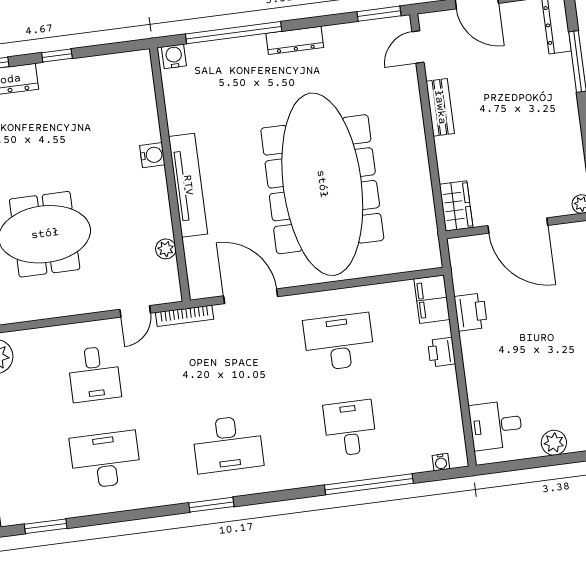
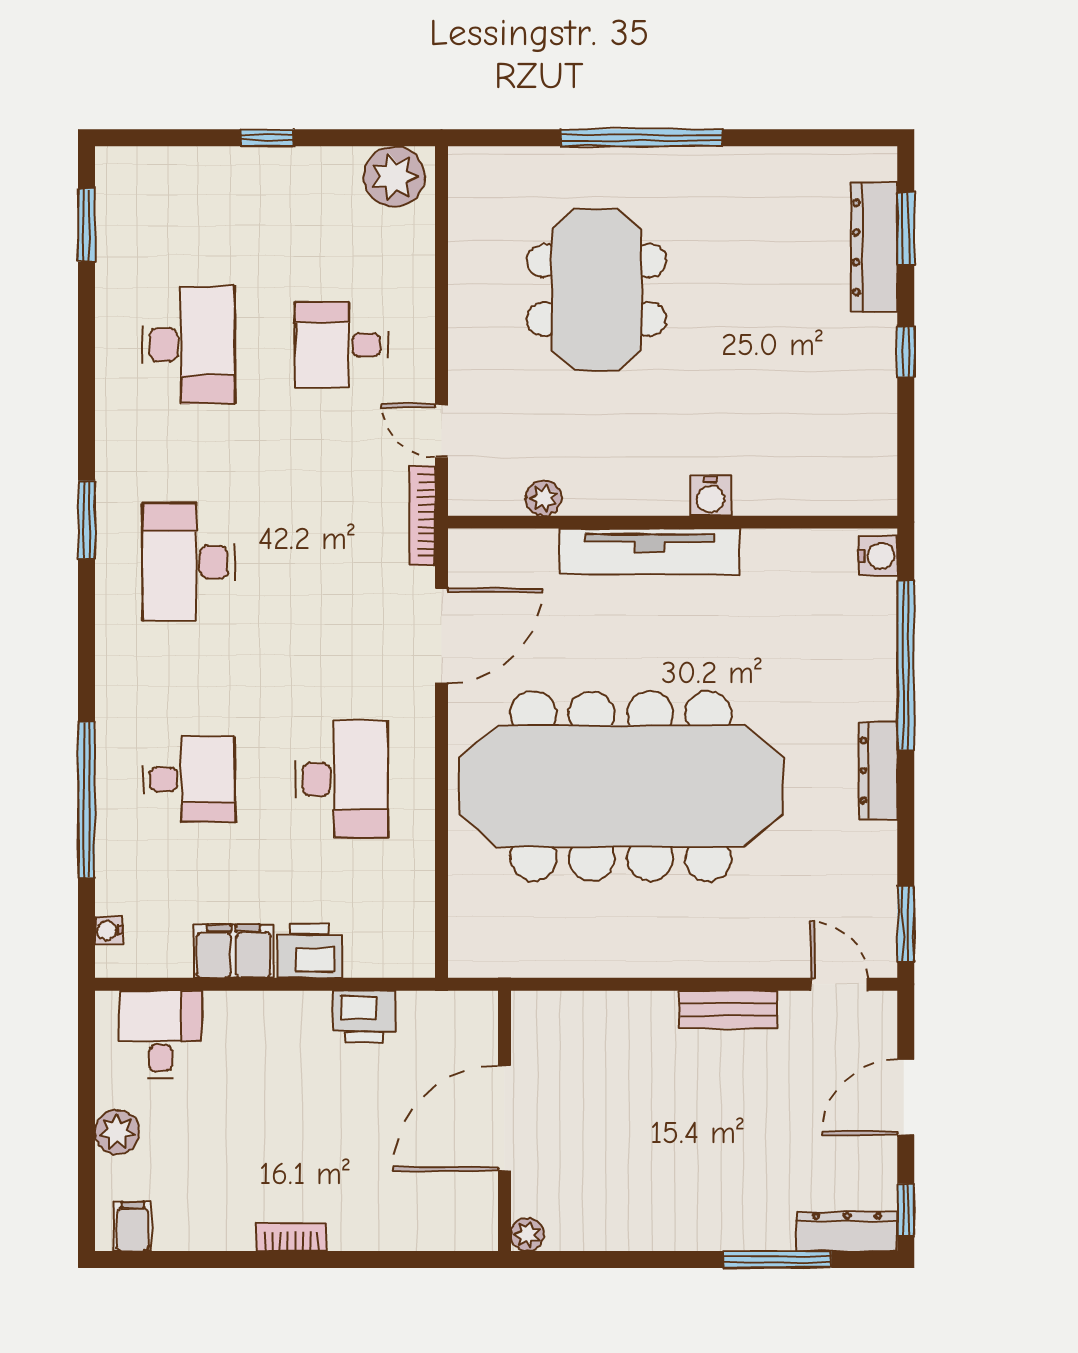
wardrobe: (456, 206) -> (553, 1015), removed
filing cabinet: (432, 299) -> (234, 951), moved
printer: (442, 352) -> (309, 951), width x1.36, depth x1.24

